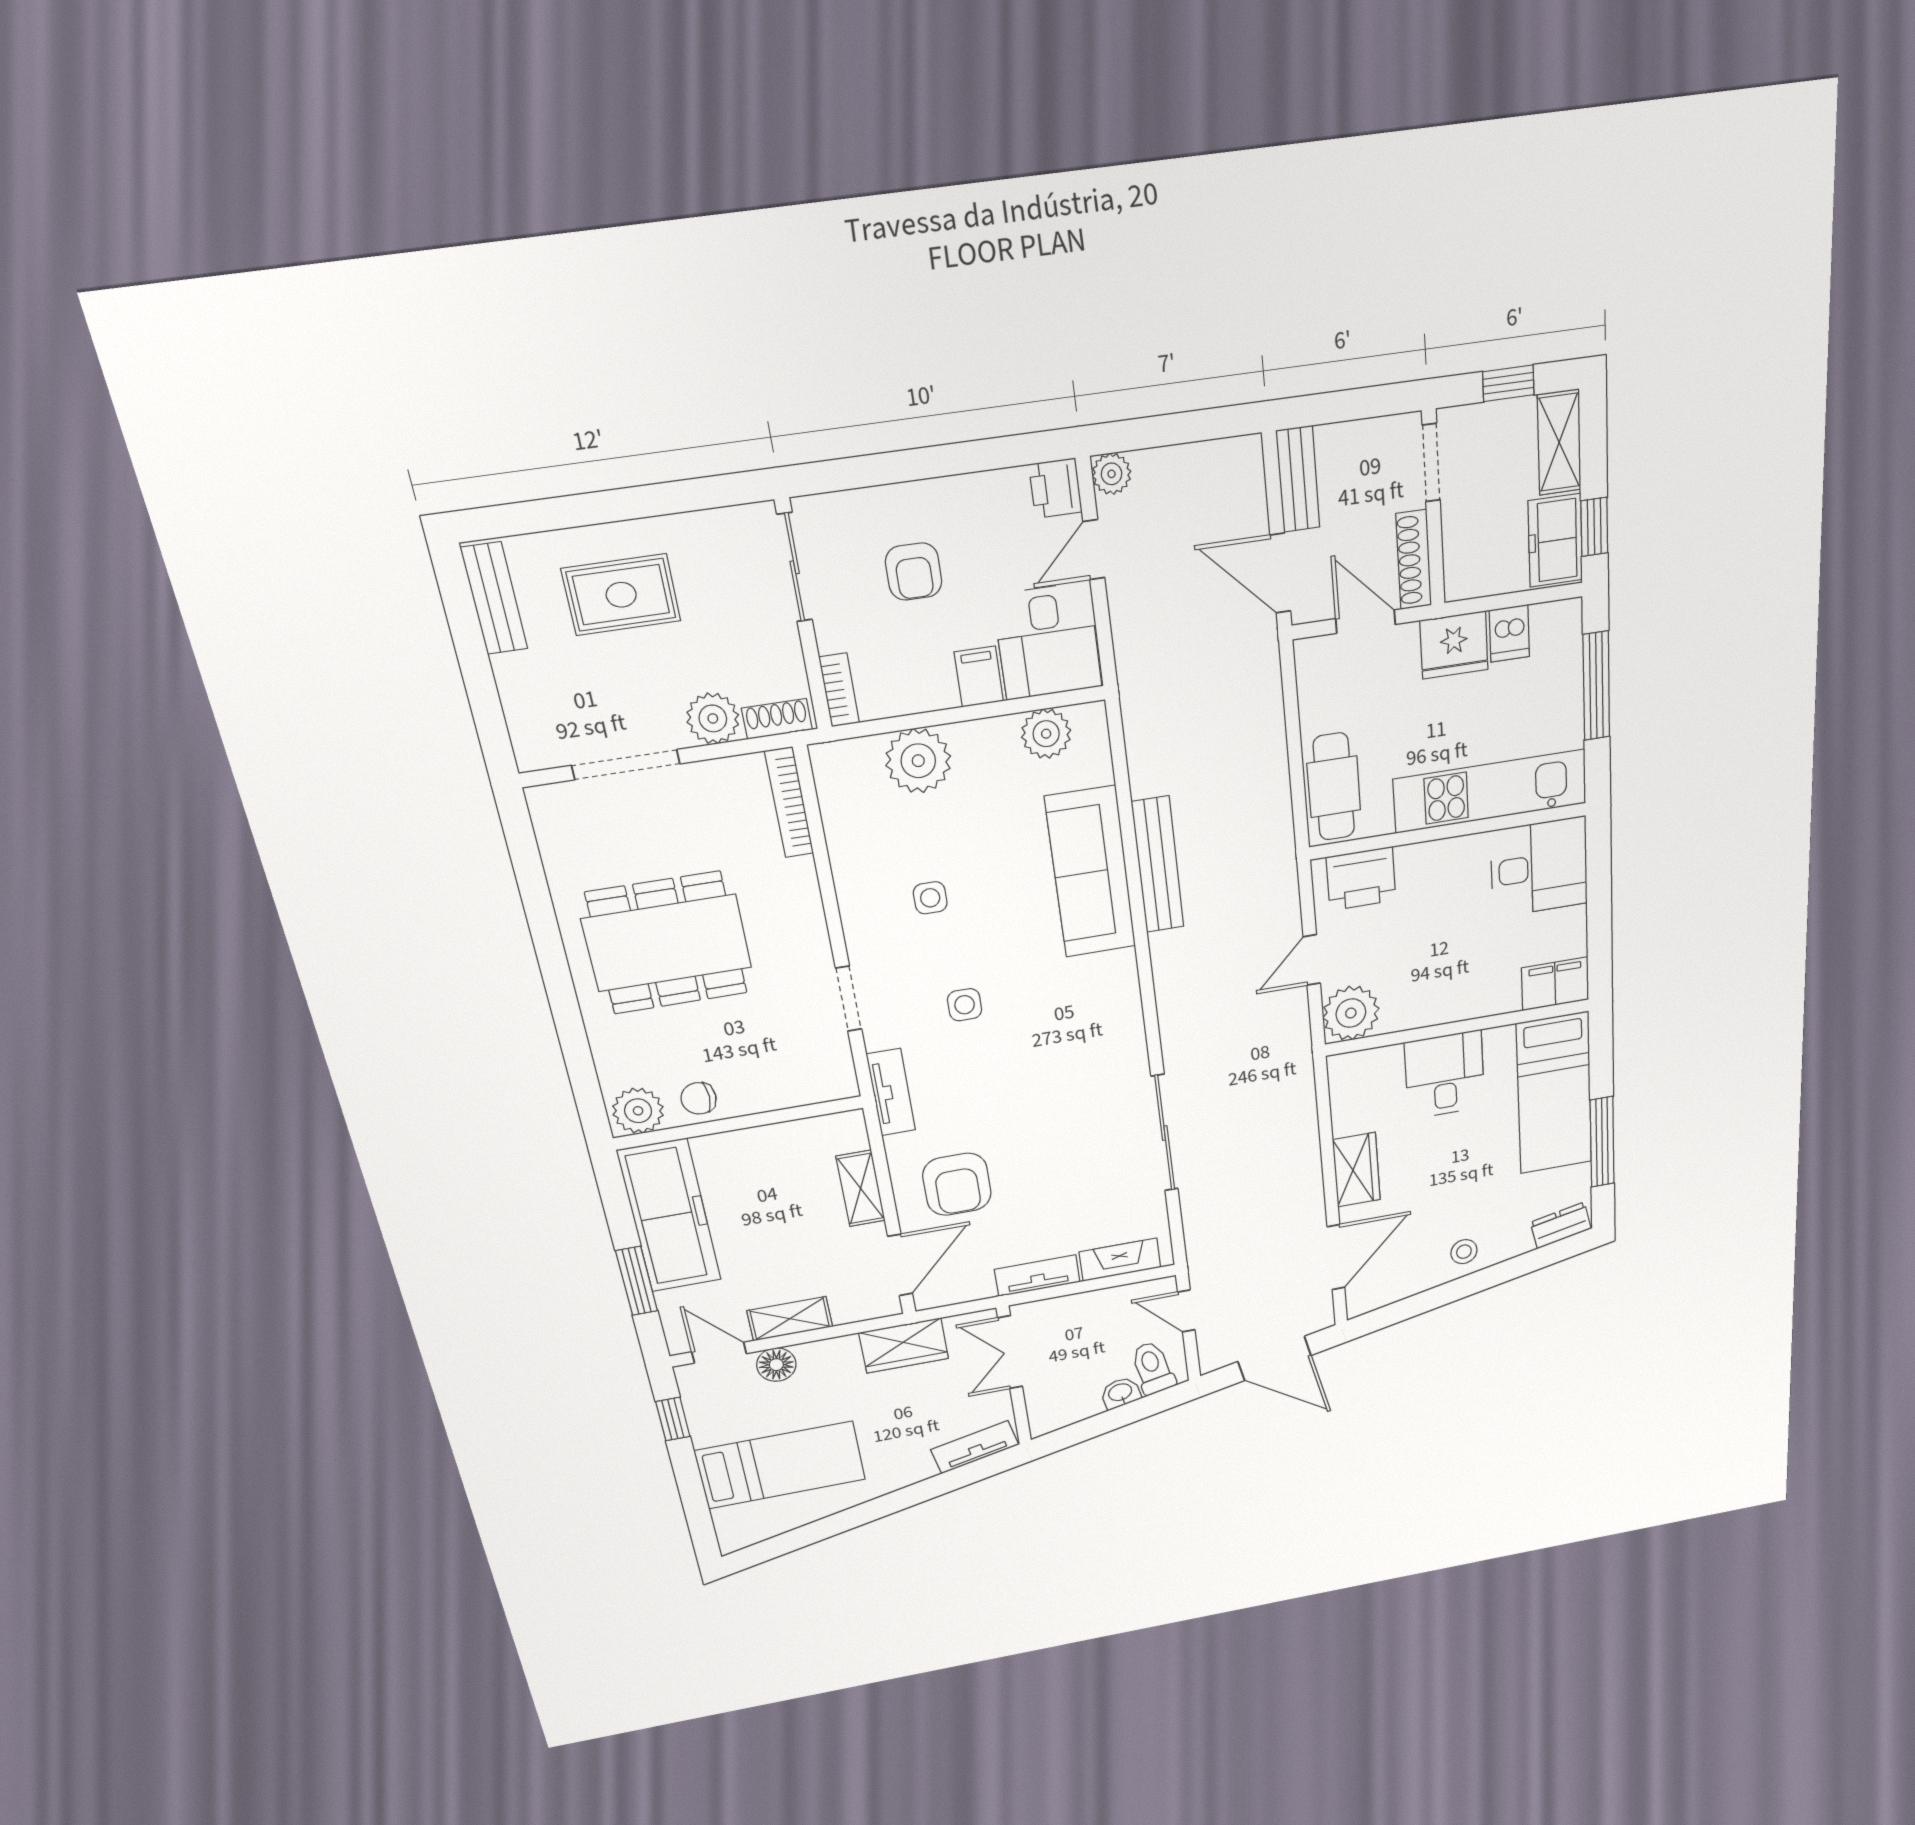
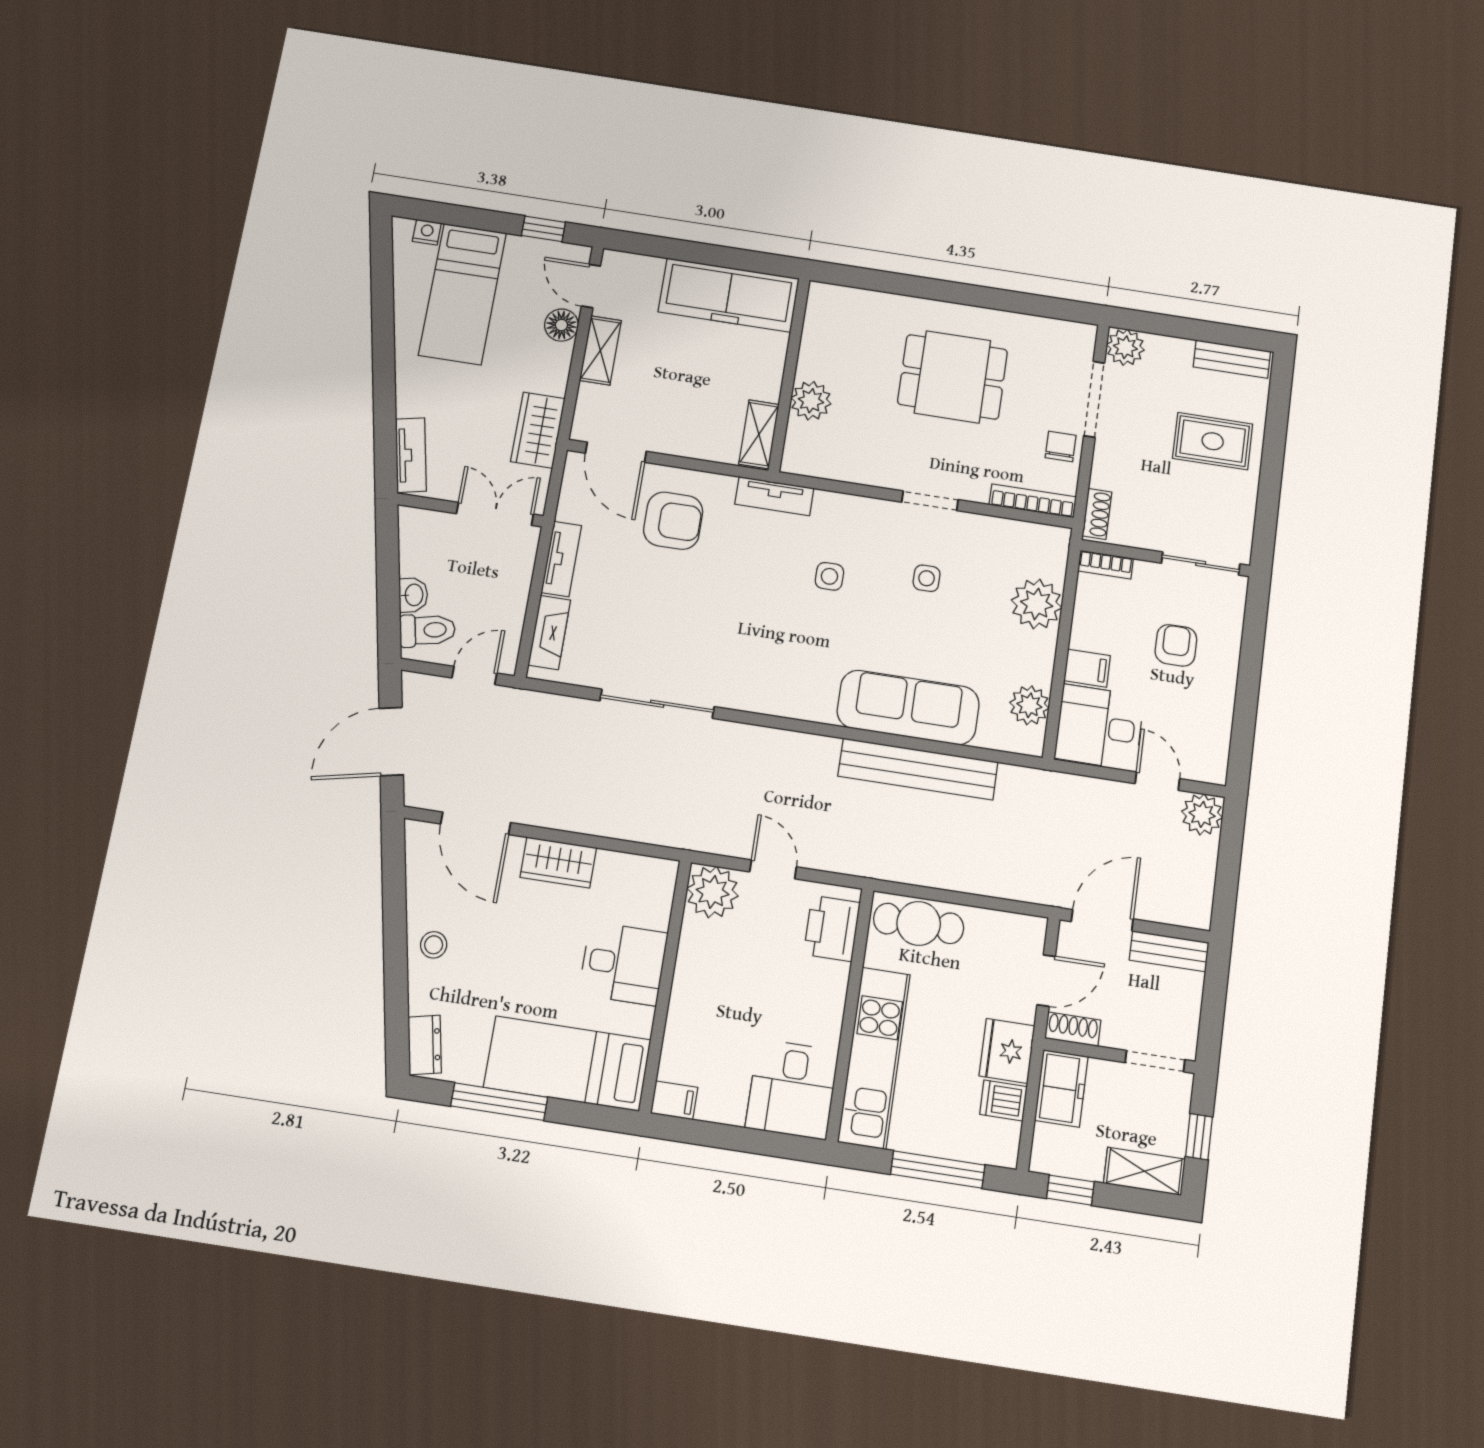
plant: (1112, 474) -> (1202, 814), width x1.38, depth x1.38
printer: (1055, 488) -> (1208, 765), removed
freezer: (1555, 540) -> (1061, 1088), moved, turned 90
shoe rack: (1414, 560) -> (1073, 1029), width x0.70
armchair: (914, 572) -> (1176, 645), turned 90
rug: (621, 595) -> (1213, 441), turned 90
plant: (713, 718) -> (1125, 347), moved
bench: (1158, 865) -> (918, 769), width x1.37, depth x1.21
dining table: (667, 943) -> (953, 377), width x0.73
filing cabinet: (1555, 984) -> (674, 1100), width x0.50
doorway: (849, 999) -> (930, 501), moved
chair: (699, 1098) -> (1061, 446), moved
plant: (638, 1111) -> (811, 401), moved
armchair: (957, 1184) -> (673, 521), turned 180
shelving: (861, 1188) -> (759, 434), moved, turned 90
window: (637, 1281) -> (681, 250), removed
door: (719, 1353) -> (591, 286), swing flipped
nightstand: (726, 1520) -> (427, 232), added

